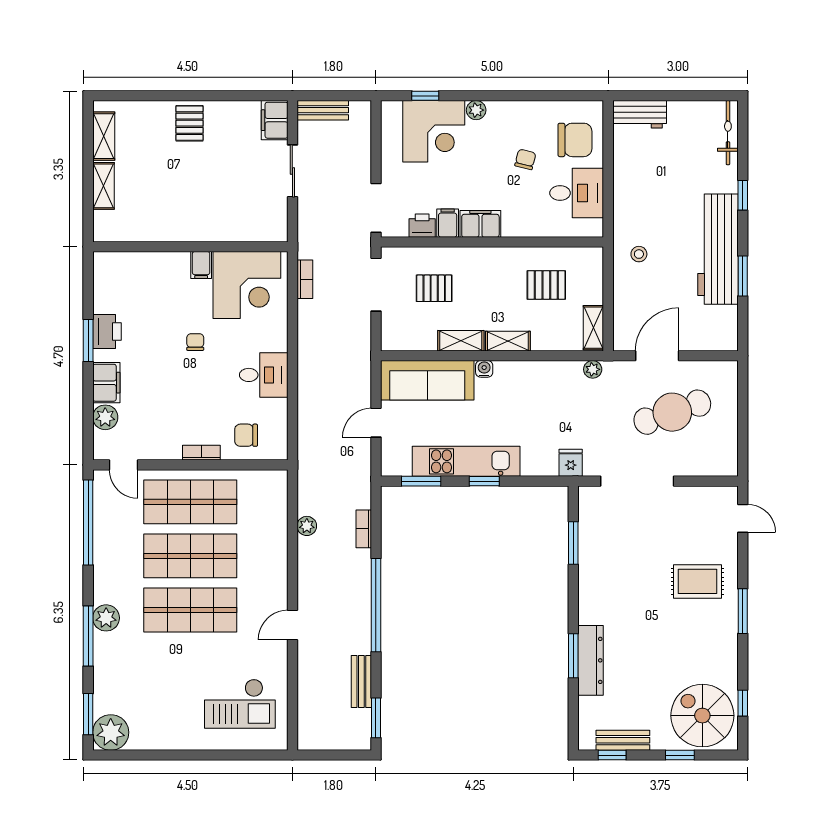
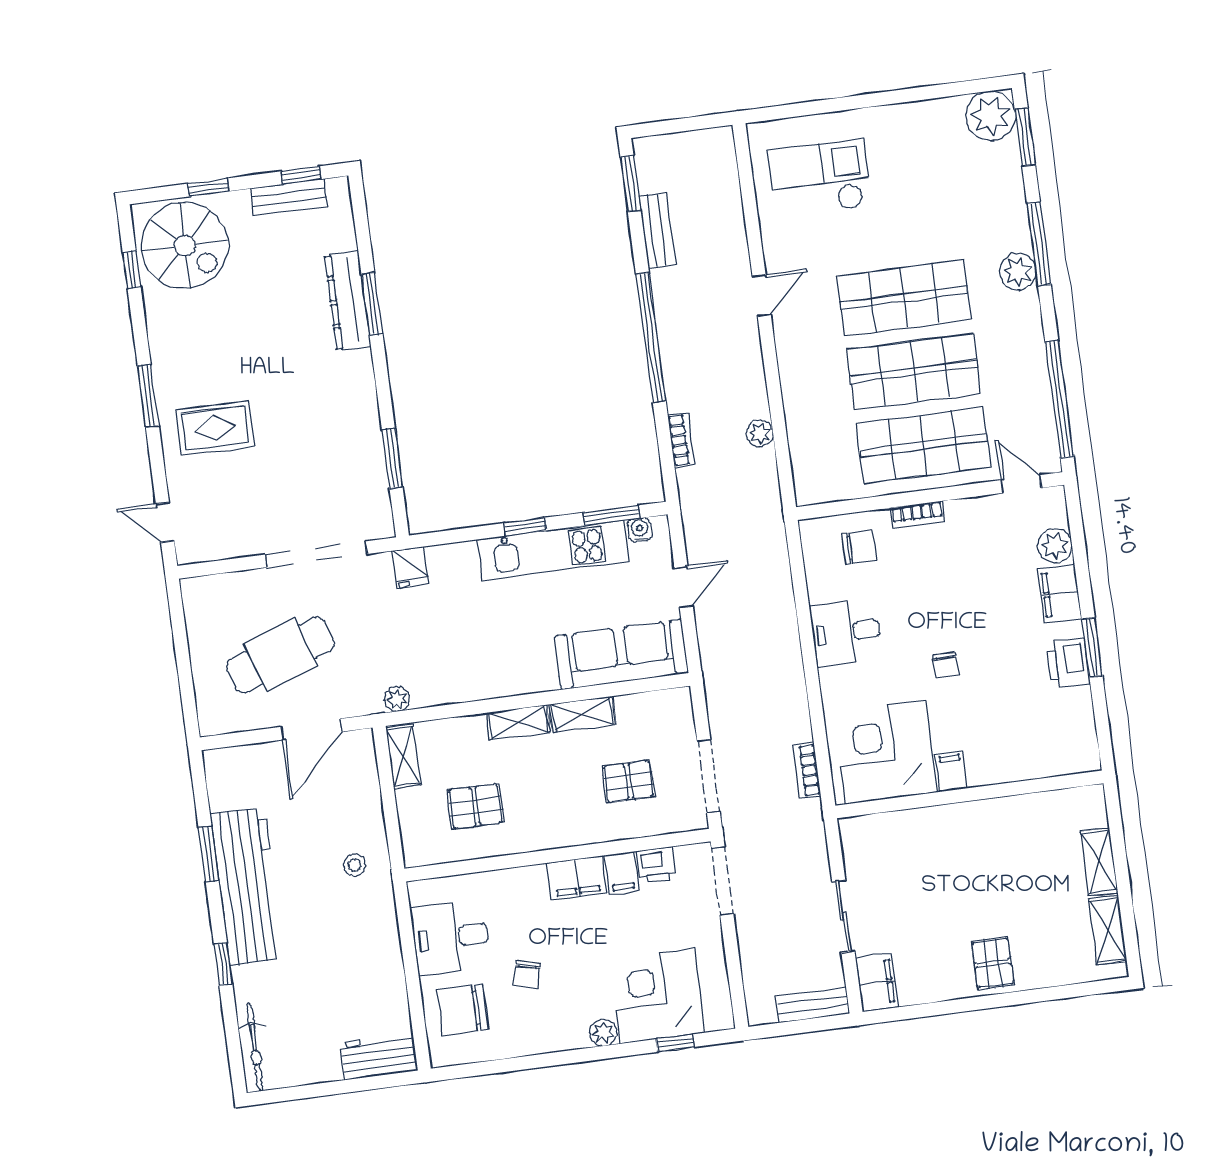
water cooler: (484, 369) -> (640, 530), moved, turned 180

